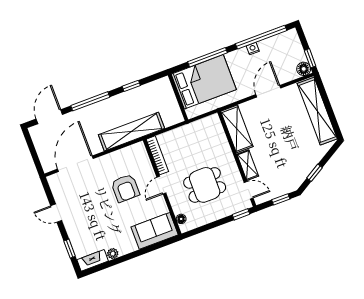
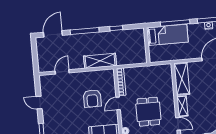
bed: (204, 82) -> (167, 35), width x0.67
shelving: (131, 132) -> (100, 61), width x0.68
door: (75, 164) -> (62, 72), width x0.53
dining table: (205, 185) -> (148, 112), turned 90

